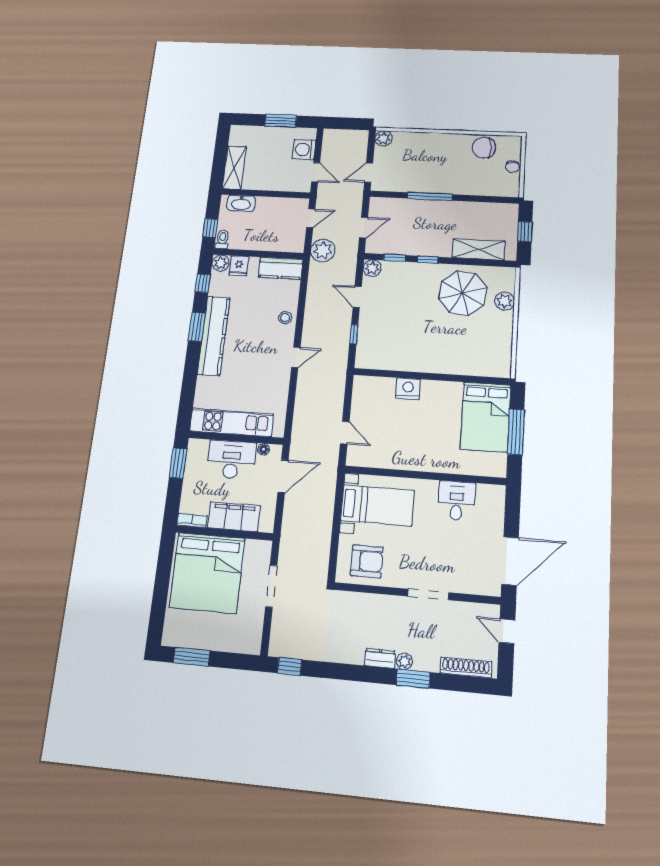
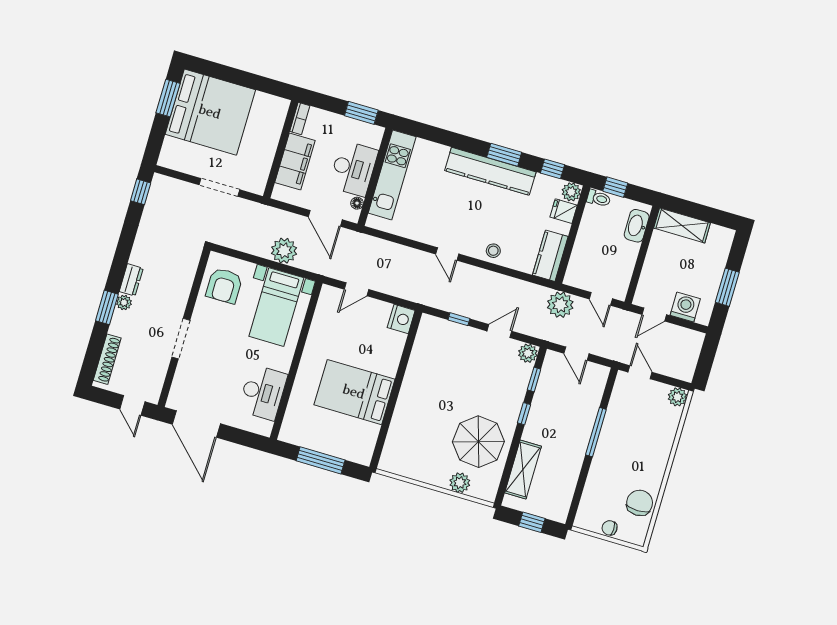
nightstand: (408, 389) -> (401, 319), moved
bed: (486, 417) -> (354, 392), moved
desk: (457, 501) -> (263, 392), width x1.37
plant: (321, 509) -> (284, 251), added
bed: (207, 573) -> (210, 112), moved, turned 180
door: (507, 631) -> (132, 405), swing flipped

